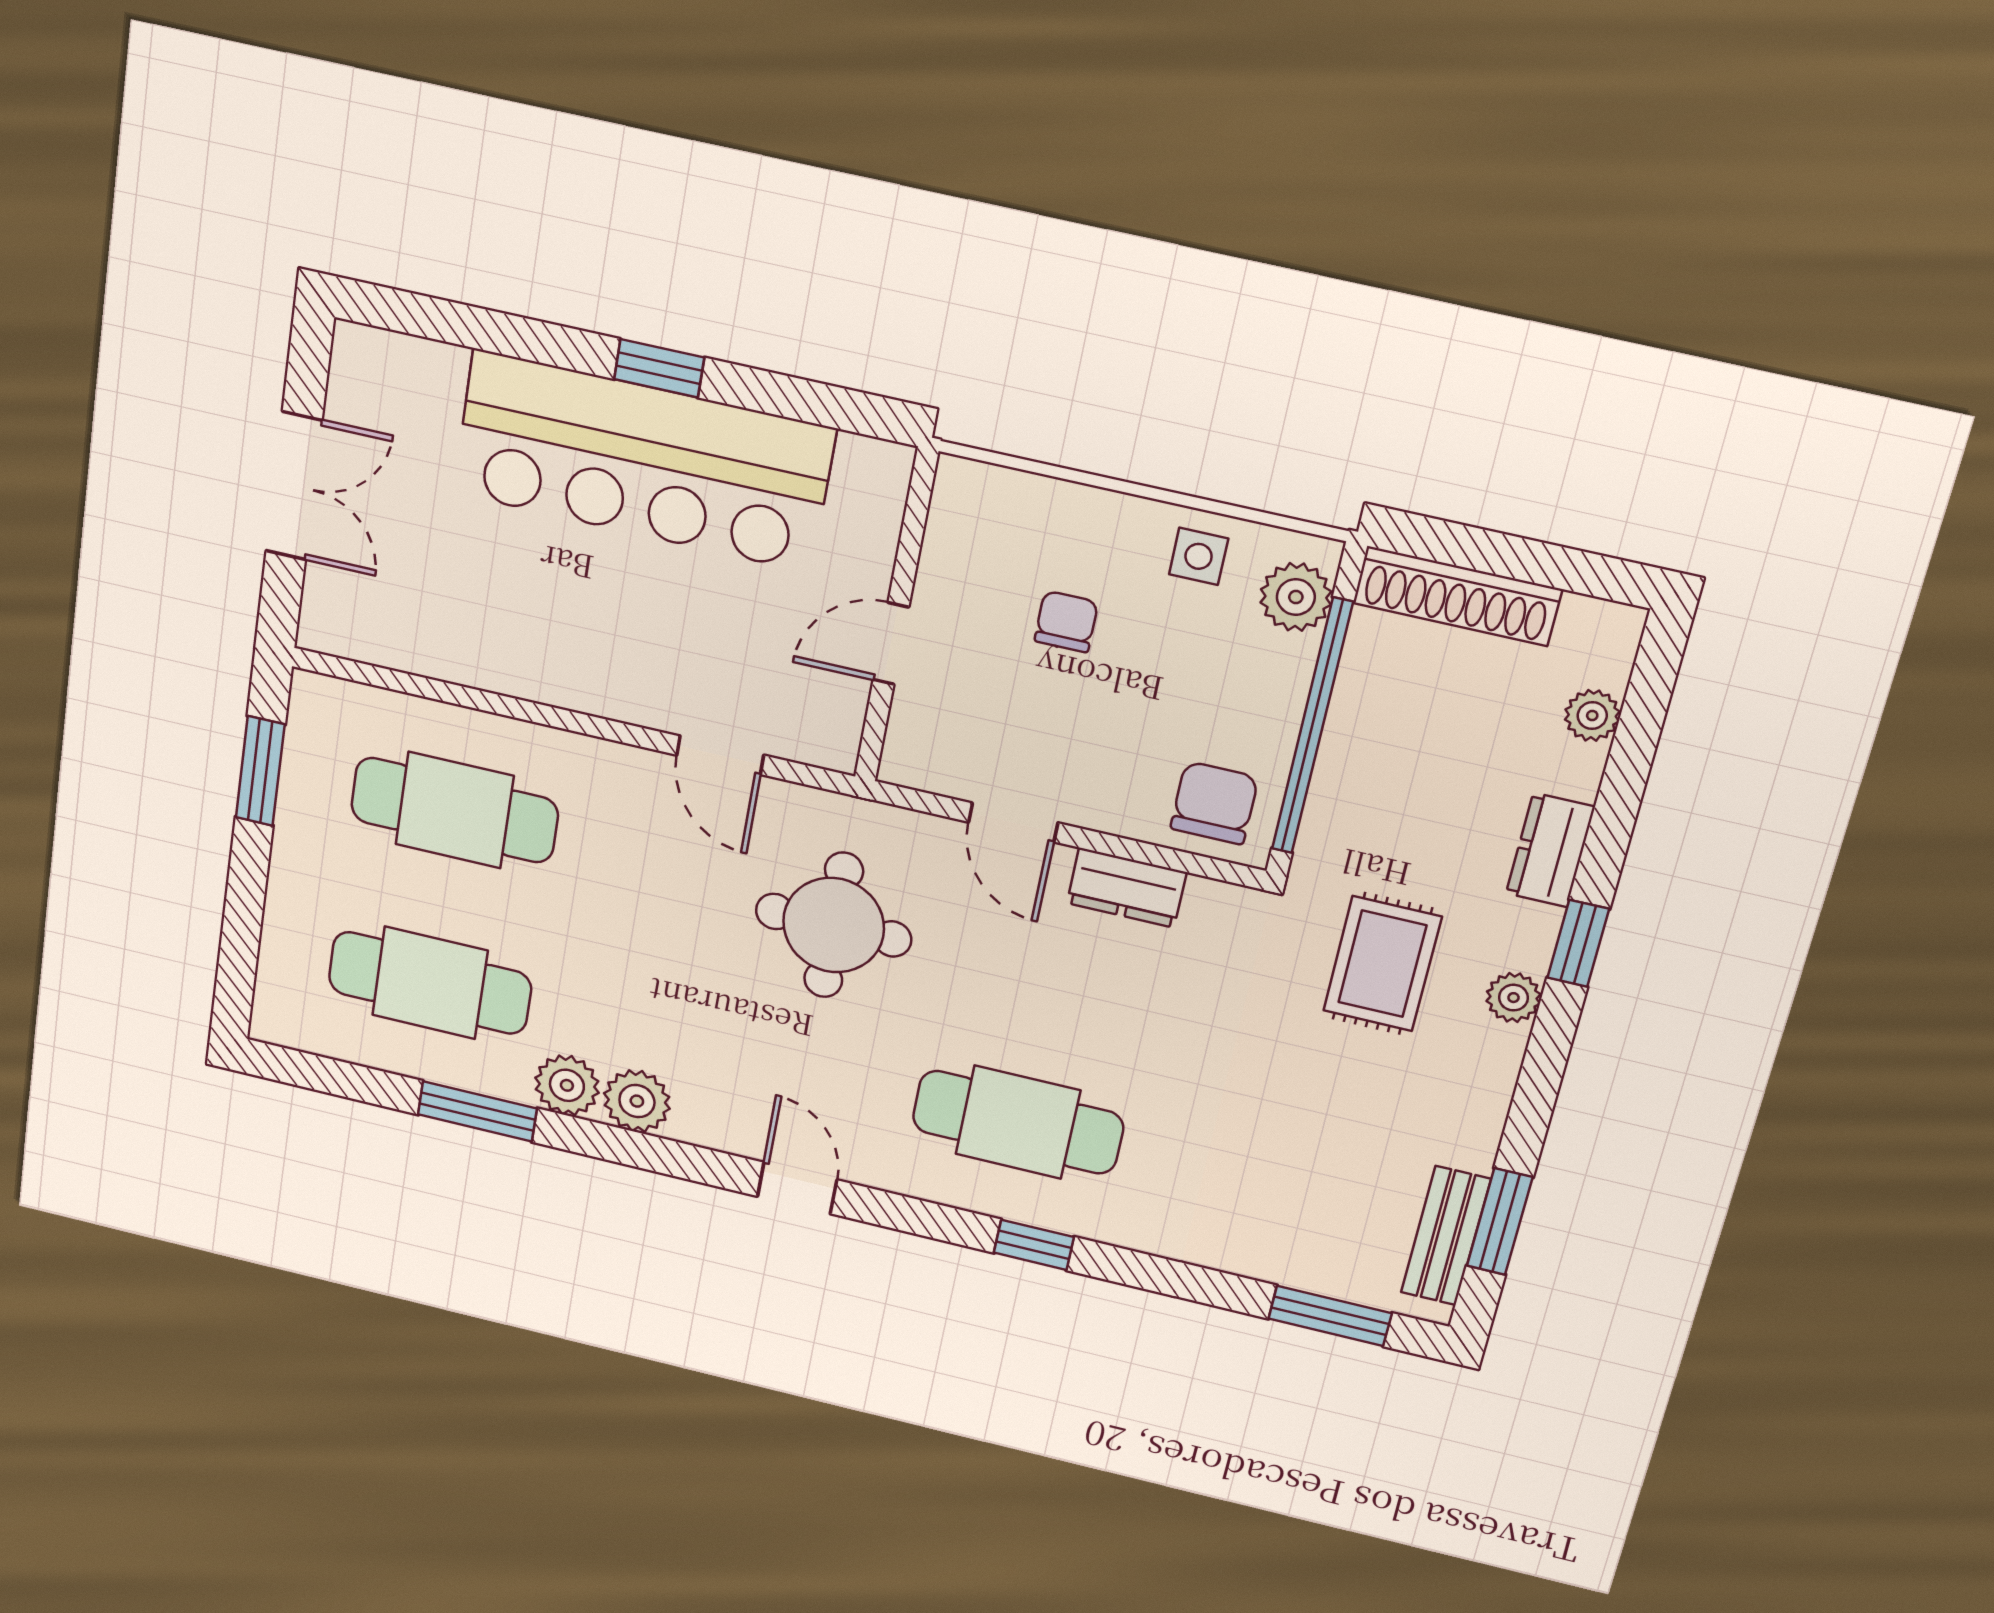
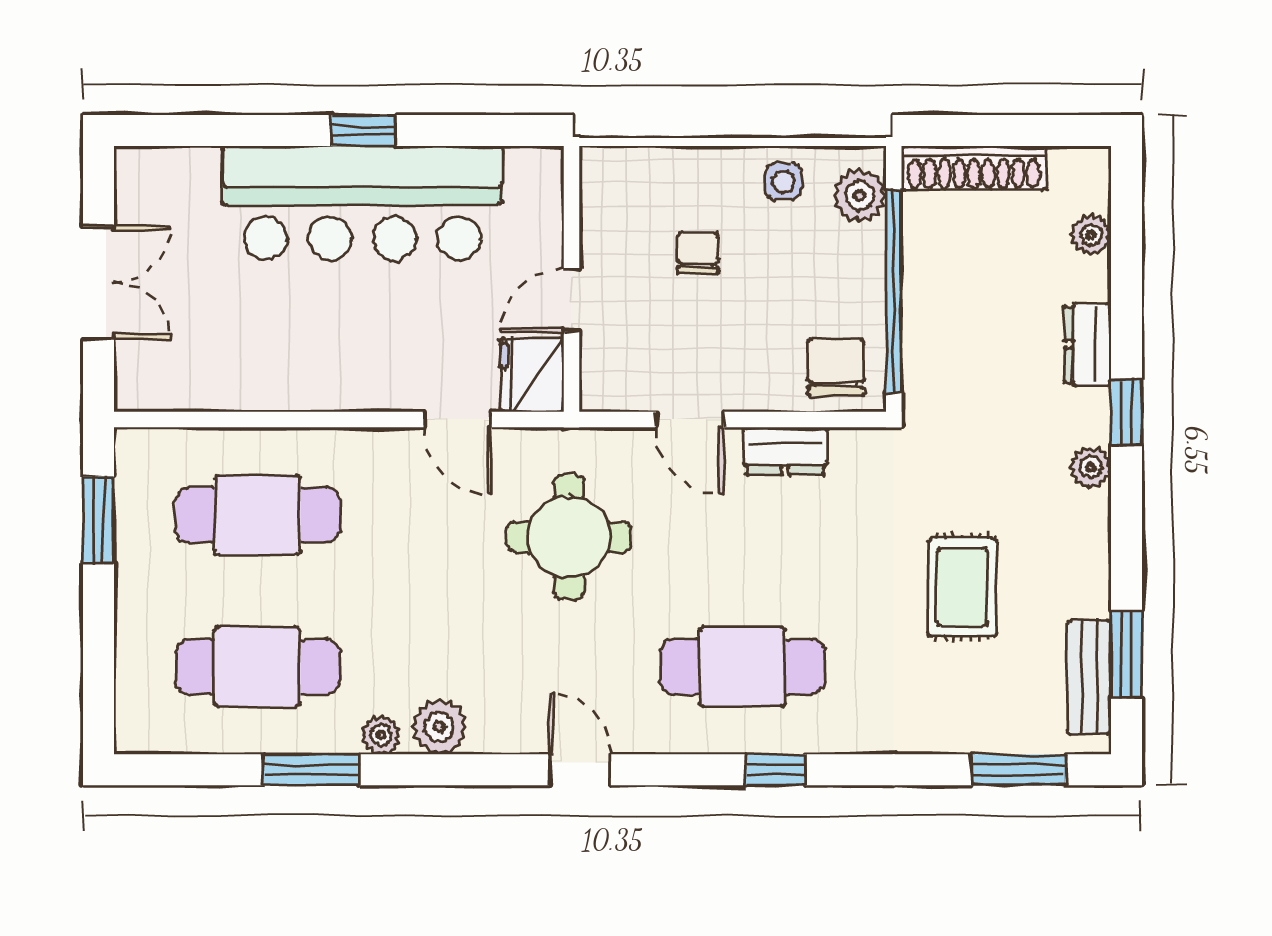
fridge: (823, 723) -> (532, 375), added
rug: (1382, 964) -> (962, 587), moved
plant: (567, 1085) -> (381, 735), width x0.73, depth x0.73

